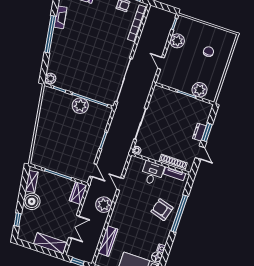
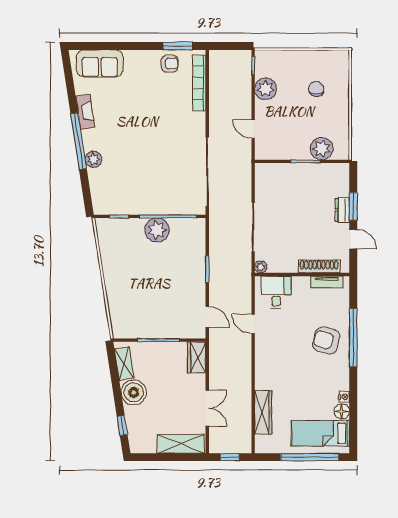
plant: (50, 79) -> (94, 159), moved
desk: (152, 173) -> (276, 292), moved
plant: (104, 205) -> (240, 362), removed

